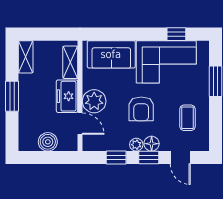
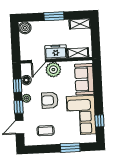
boiler: (48, 142) -> (25, 28), moved
floor lamp: (152, 144) -> (26, 80), moved

